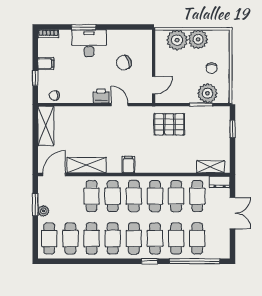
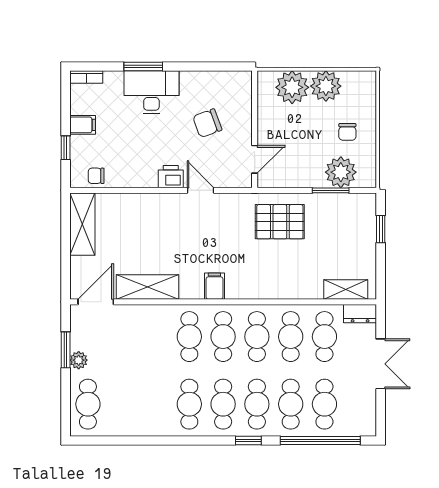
cafe table: (92, 196) -> (156, 337), removed
cafe table: (70, 238) -> (122, 404), removed
cafe table: (92, 238) -> (156, 404), removed

